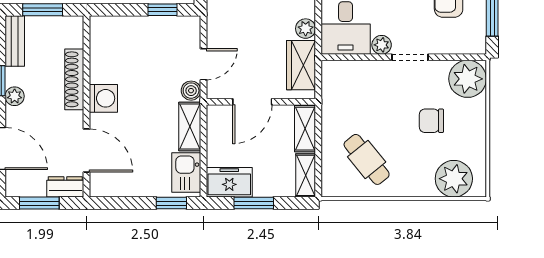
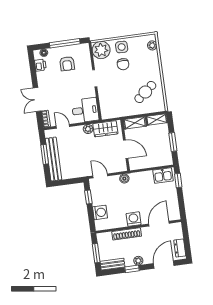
washing machine: (127, 30) -> (100, 212), added
plant: (382, 45) -> (91, 92), removed
door: (204, 64) -> (100, 176), moved
side table: (468, 123) -> (122, 47), added
shelving: (190, 127) -> (141, 177), removed
plant: (454, 179) -> (152, 45), width x0.53, depth x0.53
freezer: (229, 182) -> (165, 155), removed
dresser: (65, 187) -> (180, 248), moved
window: (39, 203) -> (187, 242), removed

